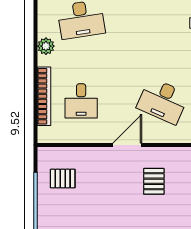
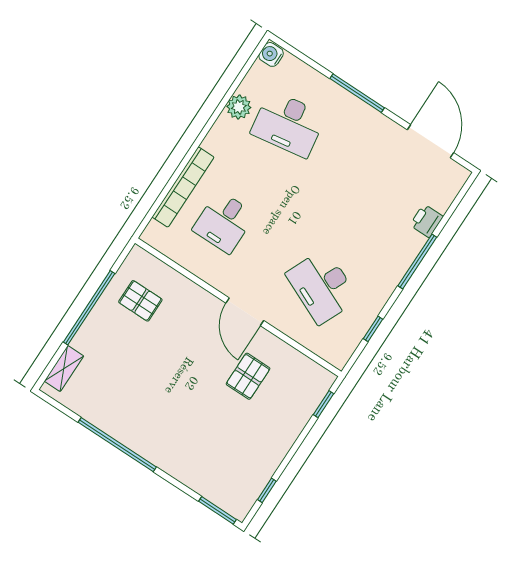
plant: (46, 46) -> (239, 107), moved
door: (127, 145) -> (245, 312), swing flipped

